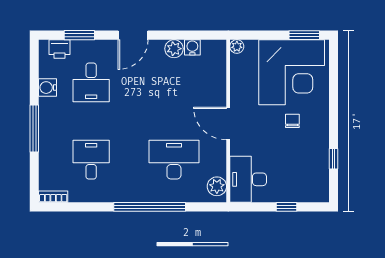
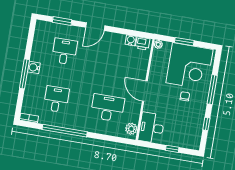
window: (304, 35) -> (184, 42), moved
printer: (60, 49) -> (143, 43), moved
plant: (174, 49) -> (119, 39), removed
desk: (91, 82) -> (64, 51), turned 180
water cooler: (48, 88) -> (34, 67), moved
window: (334, 103) -> (212, 90), added
window: (150, 207) -> (65, 131), moved

